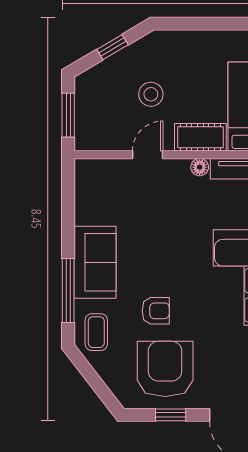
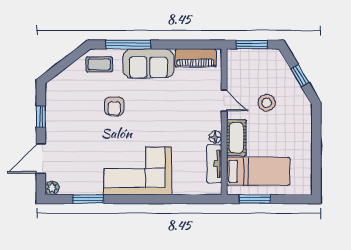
piano: (87, 195) -> (196, 58), added
armchair: (165, 369) -> (73, 113), removed

